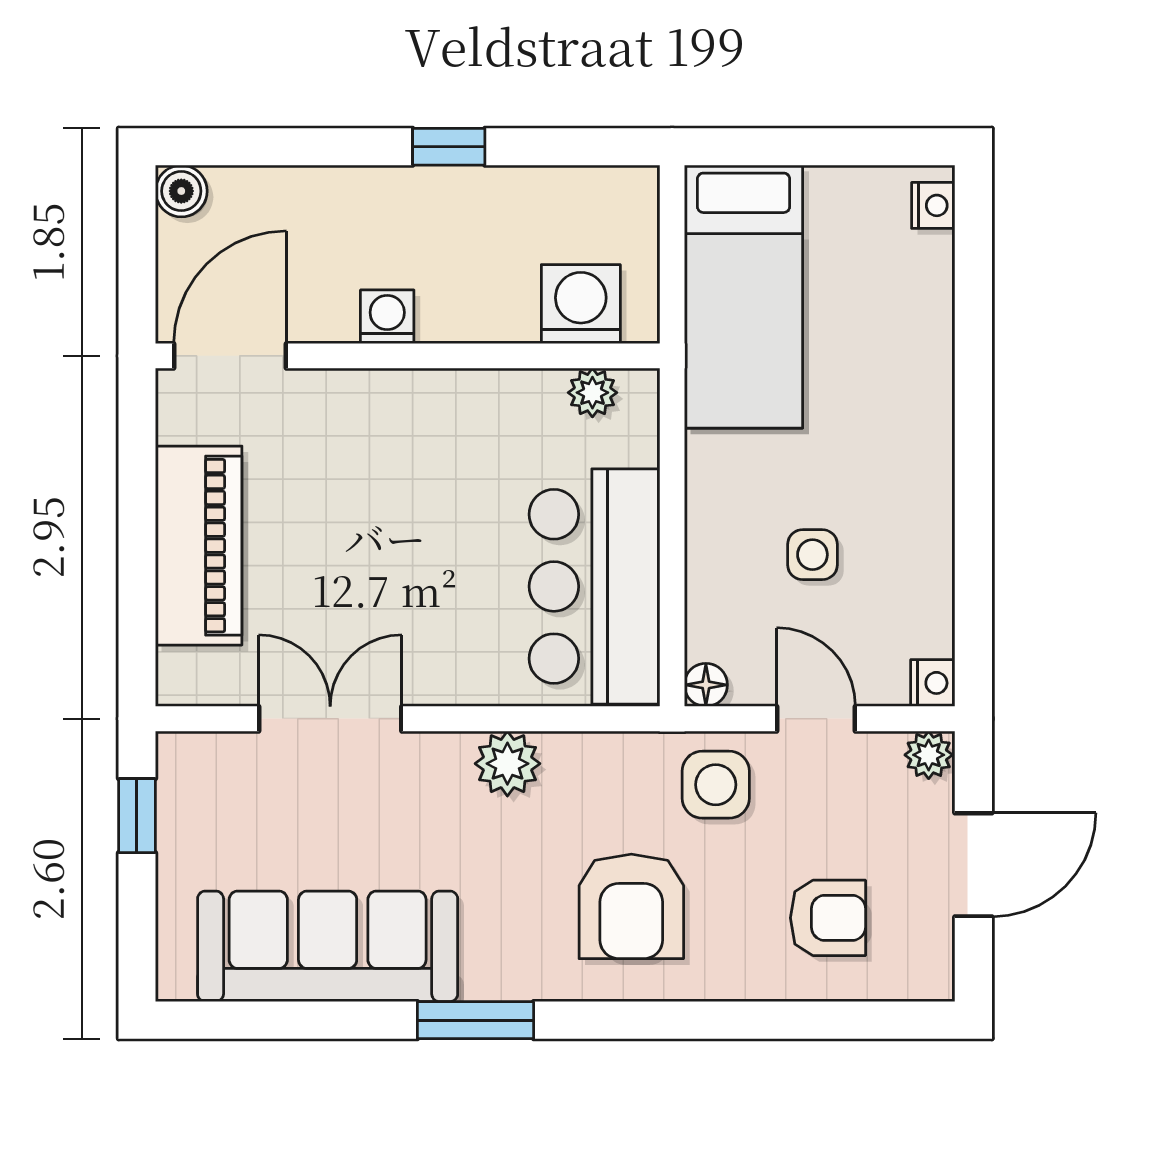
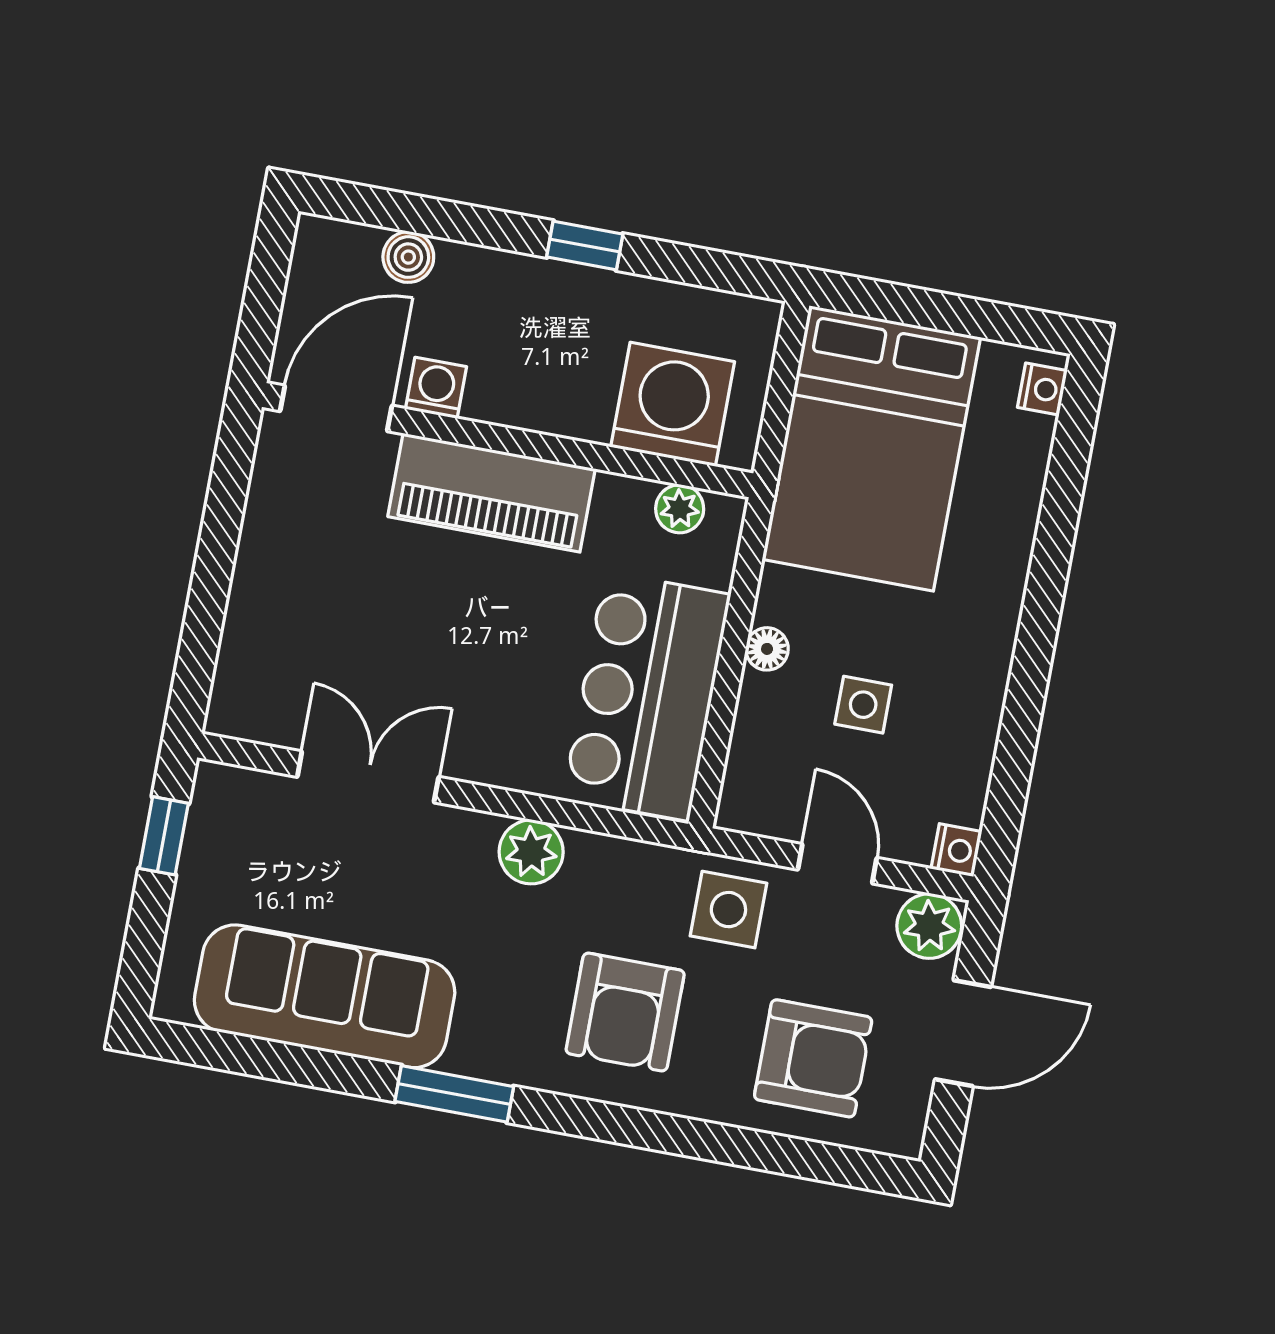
boiler: (181, 191) -> (408, 257), moved
bed: (744, 297) -> (871, 448), width x1.50
washing machine: (581, 304) -> (673, 404), width x1.37, depth x1.37
washing machine: (387, 317) -> (436, 388), moved
piano: (199, 546) -> (492, 493), moved, turned 90
floor lamp: (706, 685) -> (767, 649), moved
plant: (929, 755) -> (929, 926), width x1.38, depth x1.38
armchair: (828, 918) -> (813, 1058), width x1.38, depth x1.38

